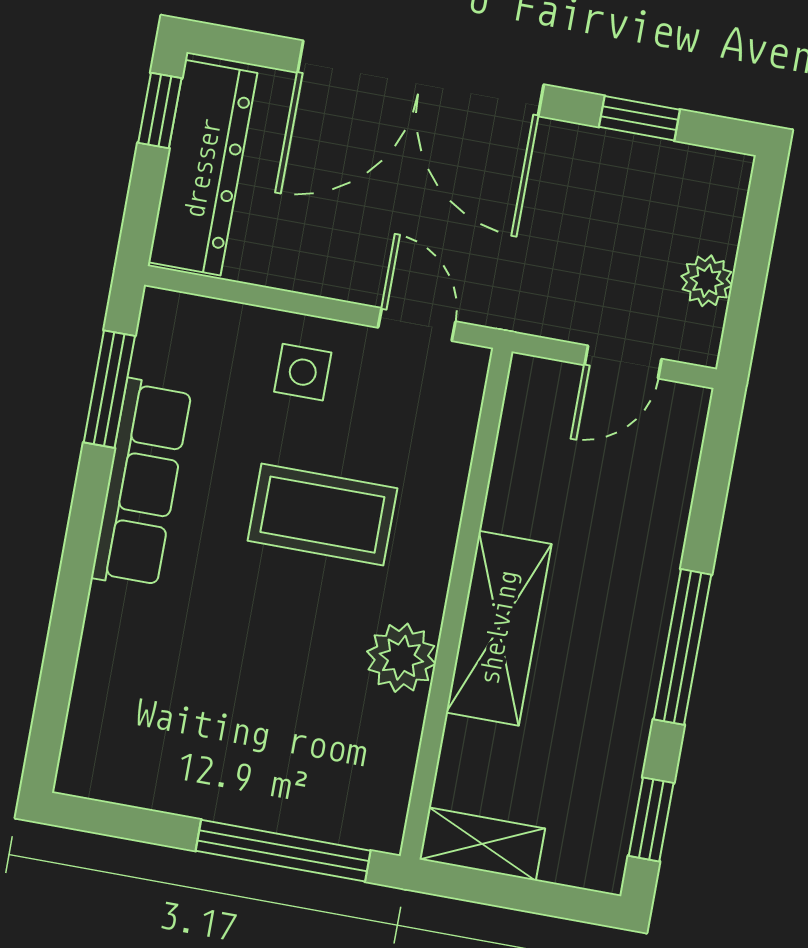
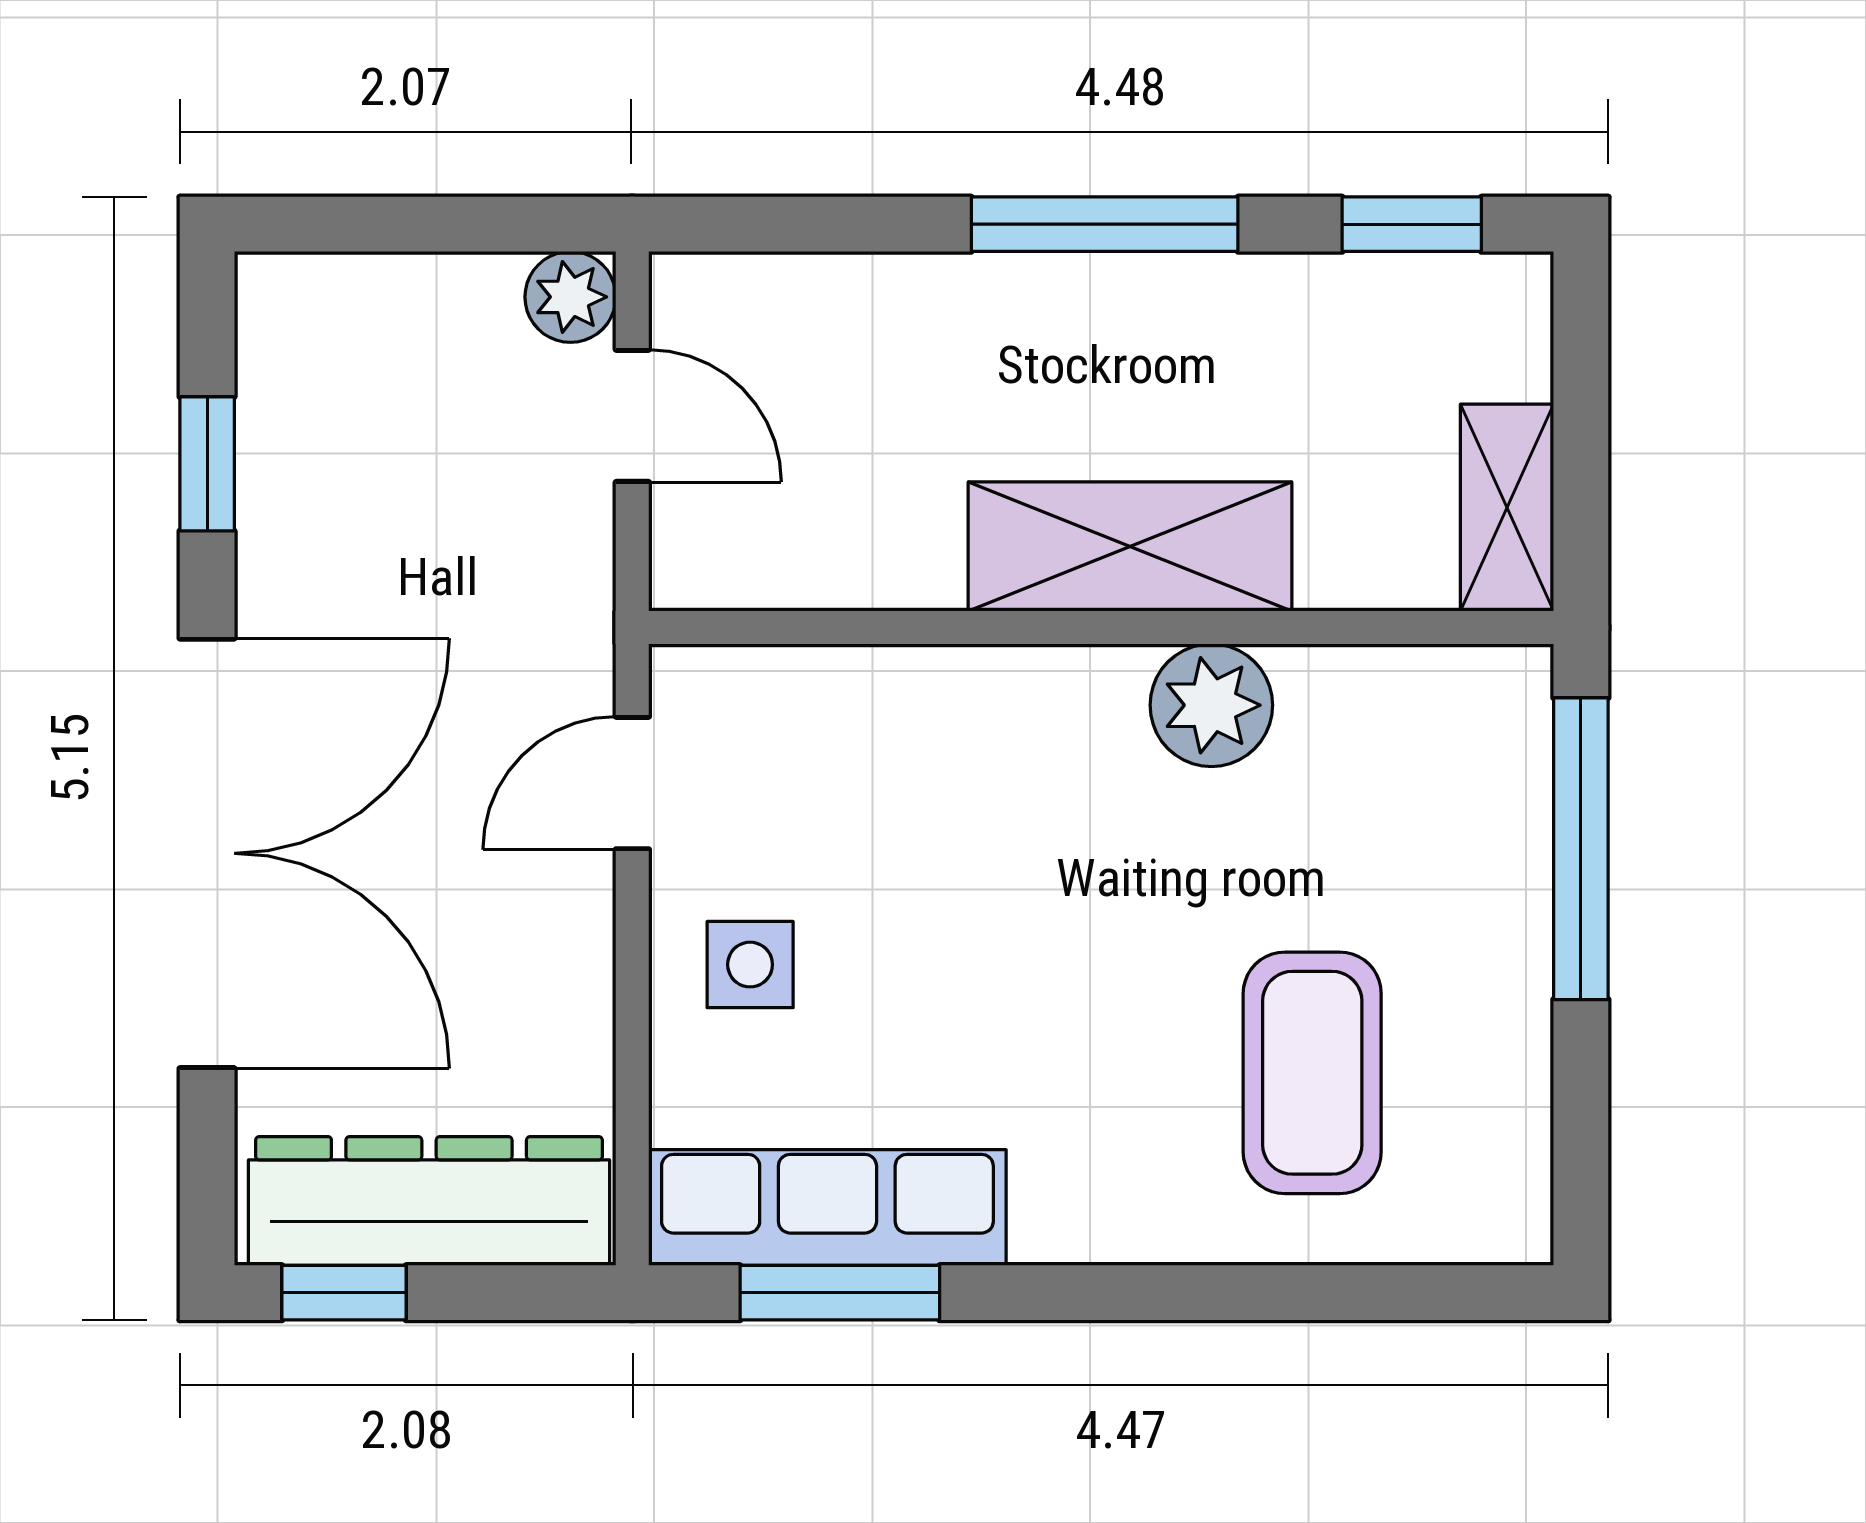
plant: (707, 281) -> (570, 297), moved
row of seats: (141, 484) -> (827, 1208), moved
coffee table: (322, 515) -> (1312, 1073), moved

